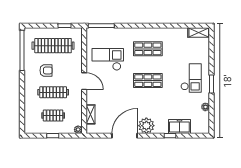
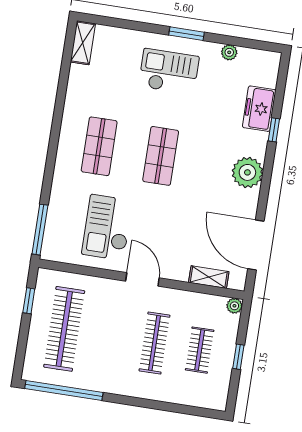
armchair: (46, 70) -> (110, 350), removed
door: (84, 81) -> (142, 279), hinge flipped
door: (125, 136) -> (256, 245), moved

